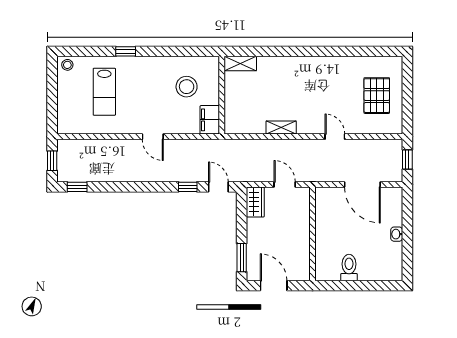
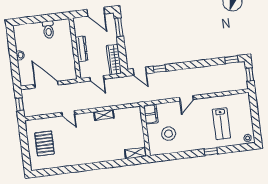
lab bench: (104, 92) -> (221, 124), turned 180
door: (153, 137) -> (186, 98), swing flipped
wardrobe: (255, 202) -> (114, 60), width x1.50
dresser: (303, 232) -> (81, 49), added

